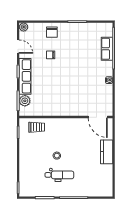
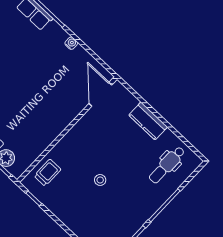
door: (98, 117) -> (100, 94), swing flipped
dental chair: (59, 175) -> (167, 165), moved, turned 180

